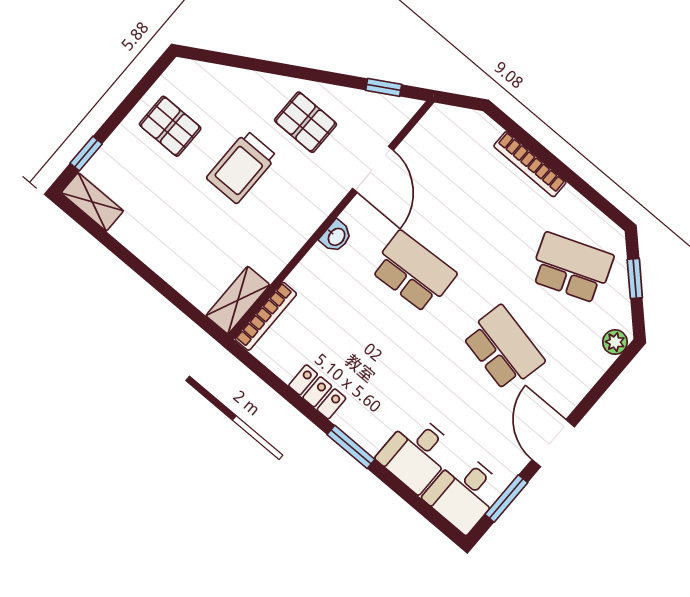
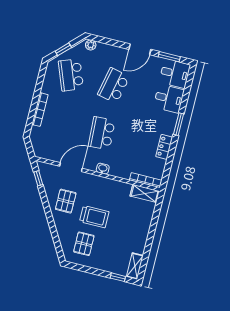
pallet: (170, 126) -> (84, 244), moved

